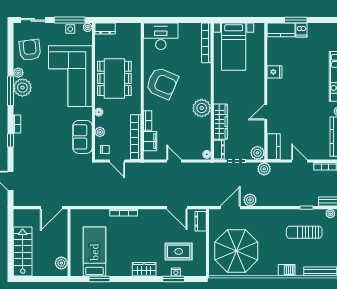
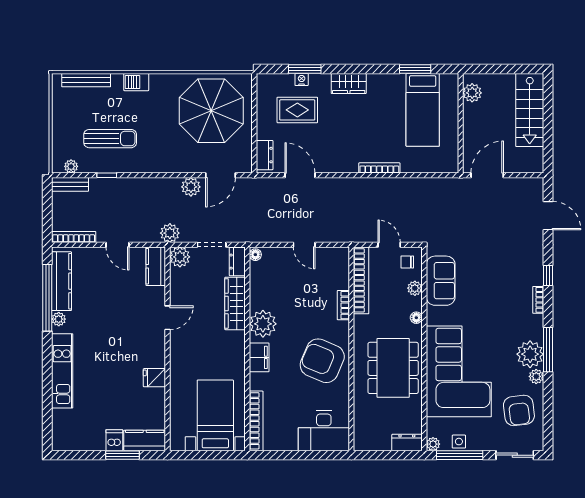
filing cabinet: (150, 141) -> (259, 357), moved, turned 180

